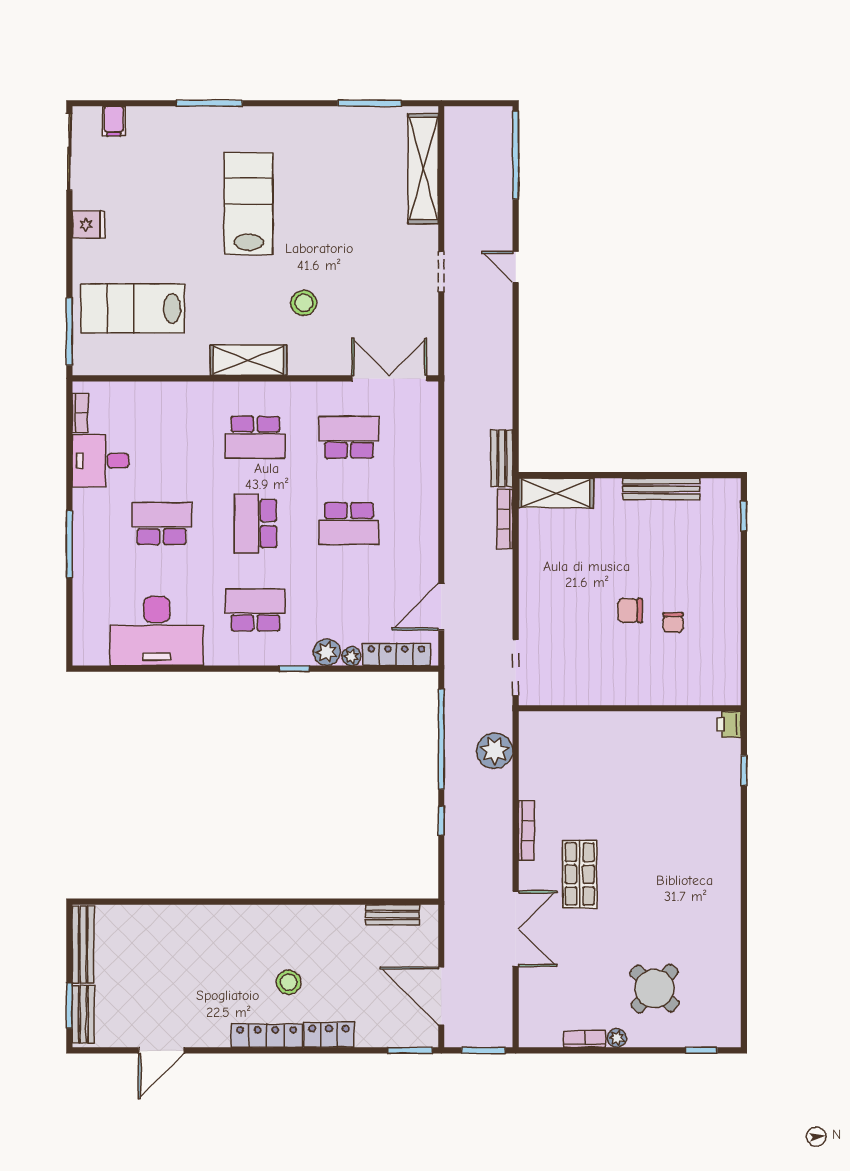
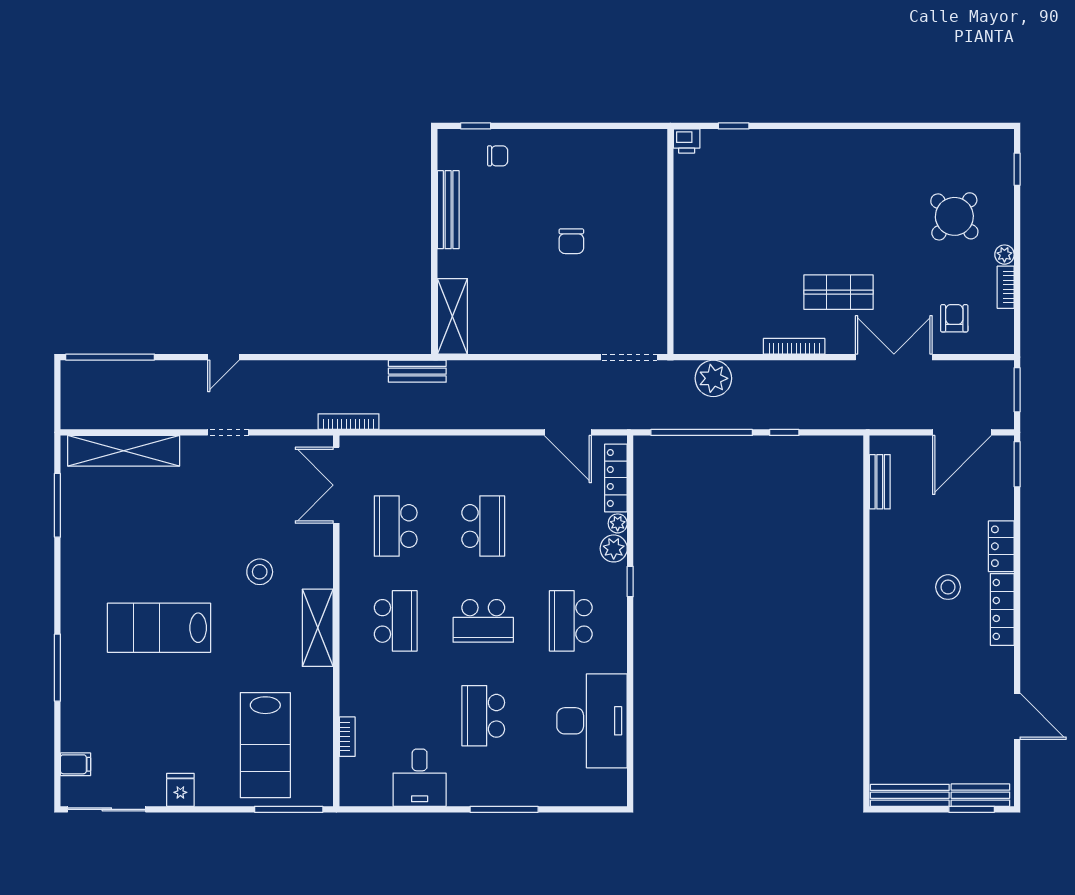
bookcase: (80, 413) -> (347, 737), moved, turned 90
bookcase: (505, 519) -> (348, 422), moved, turned 180
chair: (673, 622) -> (498, 156), moved
armchair: (554, 988) -> (954, 318), added

